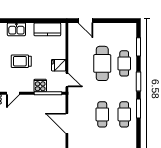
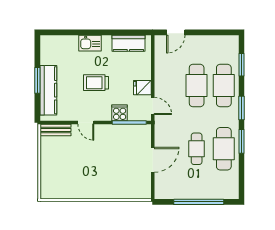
door: (86, 21) -> (176, 32), hinge flipped
cafe table: (124, 63) -> (224, 85), width x1.37, depth x1.35
door: (13, 93) -> (86, 122), hinge flipped
cafe table: (124, 114) -> (224, 149), width x1.37, depth x1.35
door: (67, 123) -> (153, 160), swing flipped

